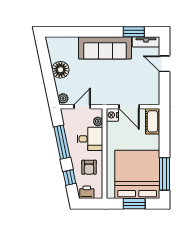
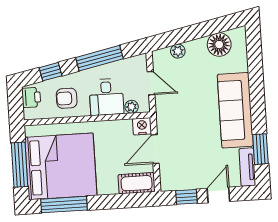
floor lamp: (60, 70) -> (219, 45), moved
window: (164, 87) -> (186, 197), added
plant: (63, 98) -> (178, 51), moved
window: (134, 204) -> (20, 165), width x1.44

